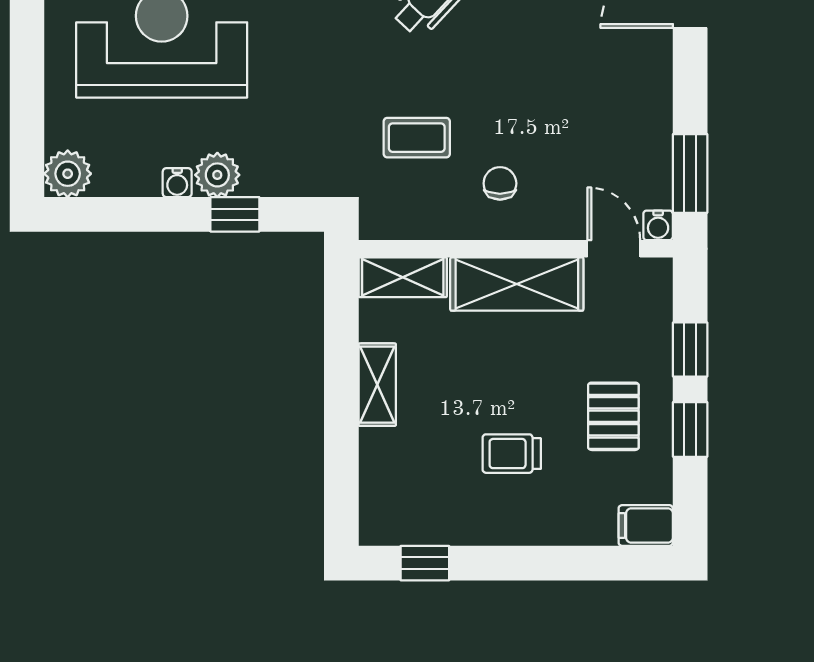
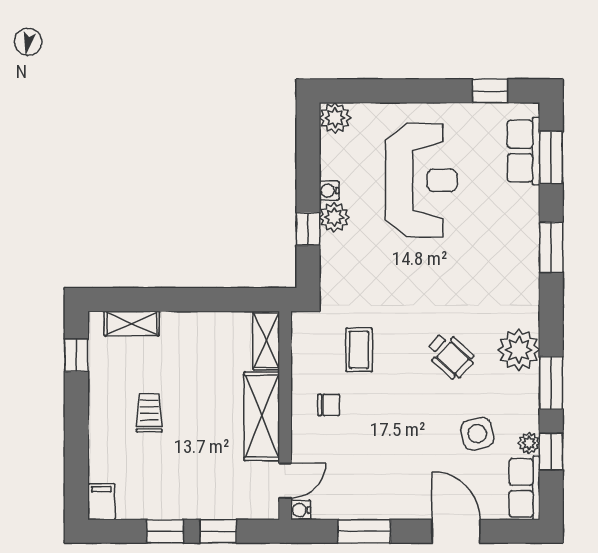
window: (690, 173) -> (364, 531), moved
shelving: (377, 385) -> (132, 323), moved
pallet: (613, 416) -> (174, 480), removed

